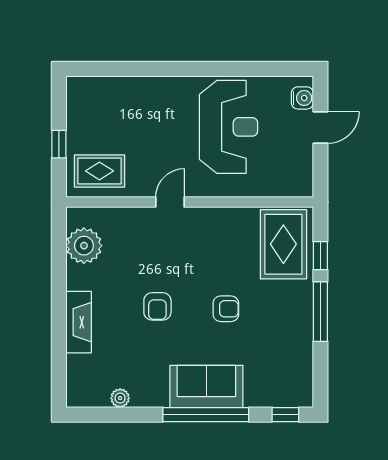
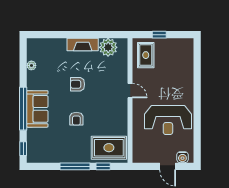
fireplace: (79, 322) -> (83, 45), moved

